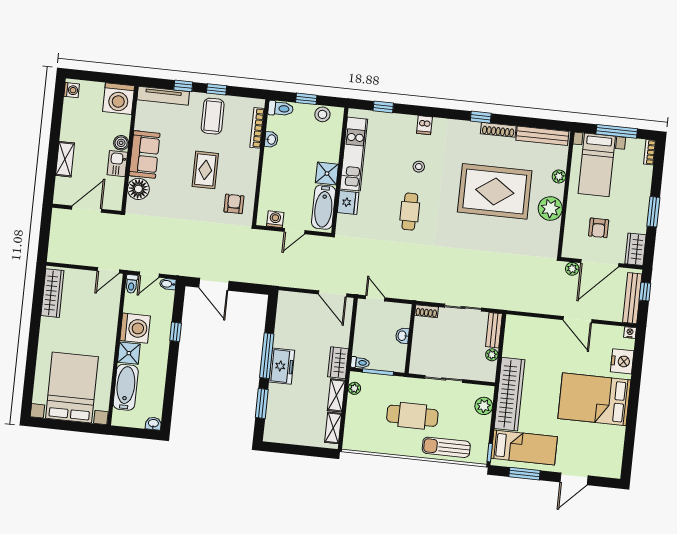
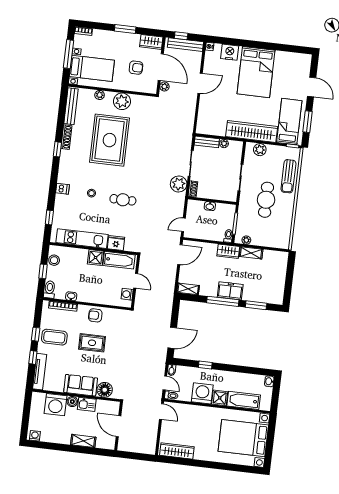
washing machine: (119, 99) -> (56, 405), moved, turned 90
armchair: (234, 204) -> (95, 315), moved
plant: (433, 291) -> (179, 184), added
shelving: (333, 428) -> (188, 289), moved

